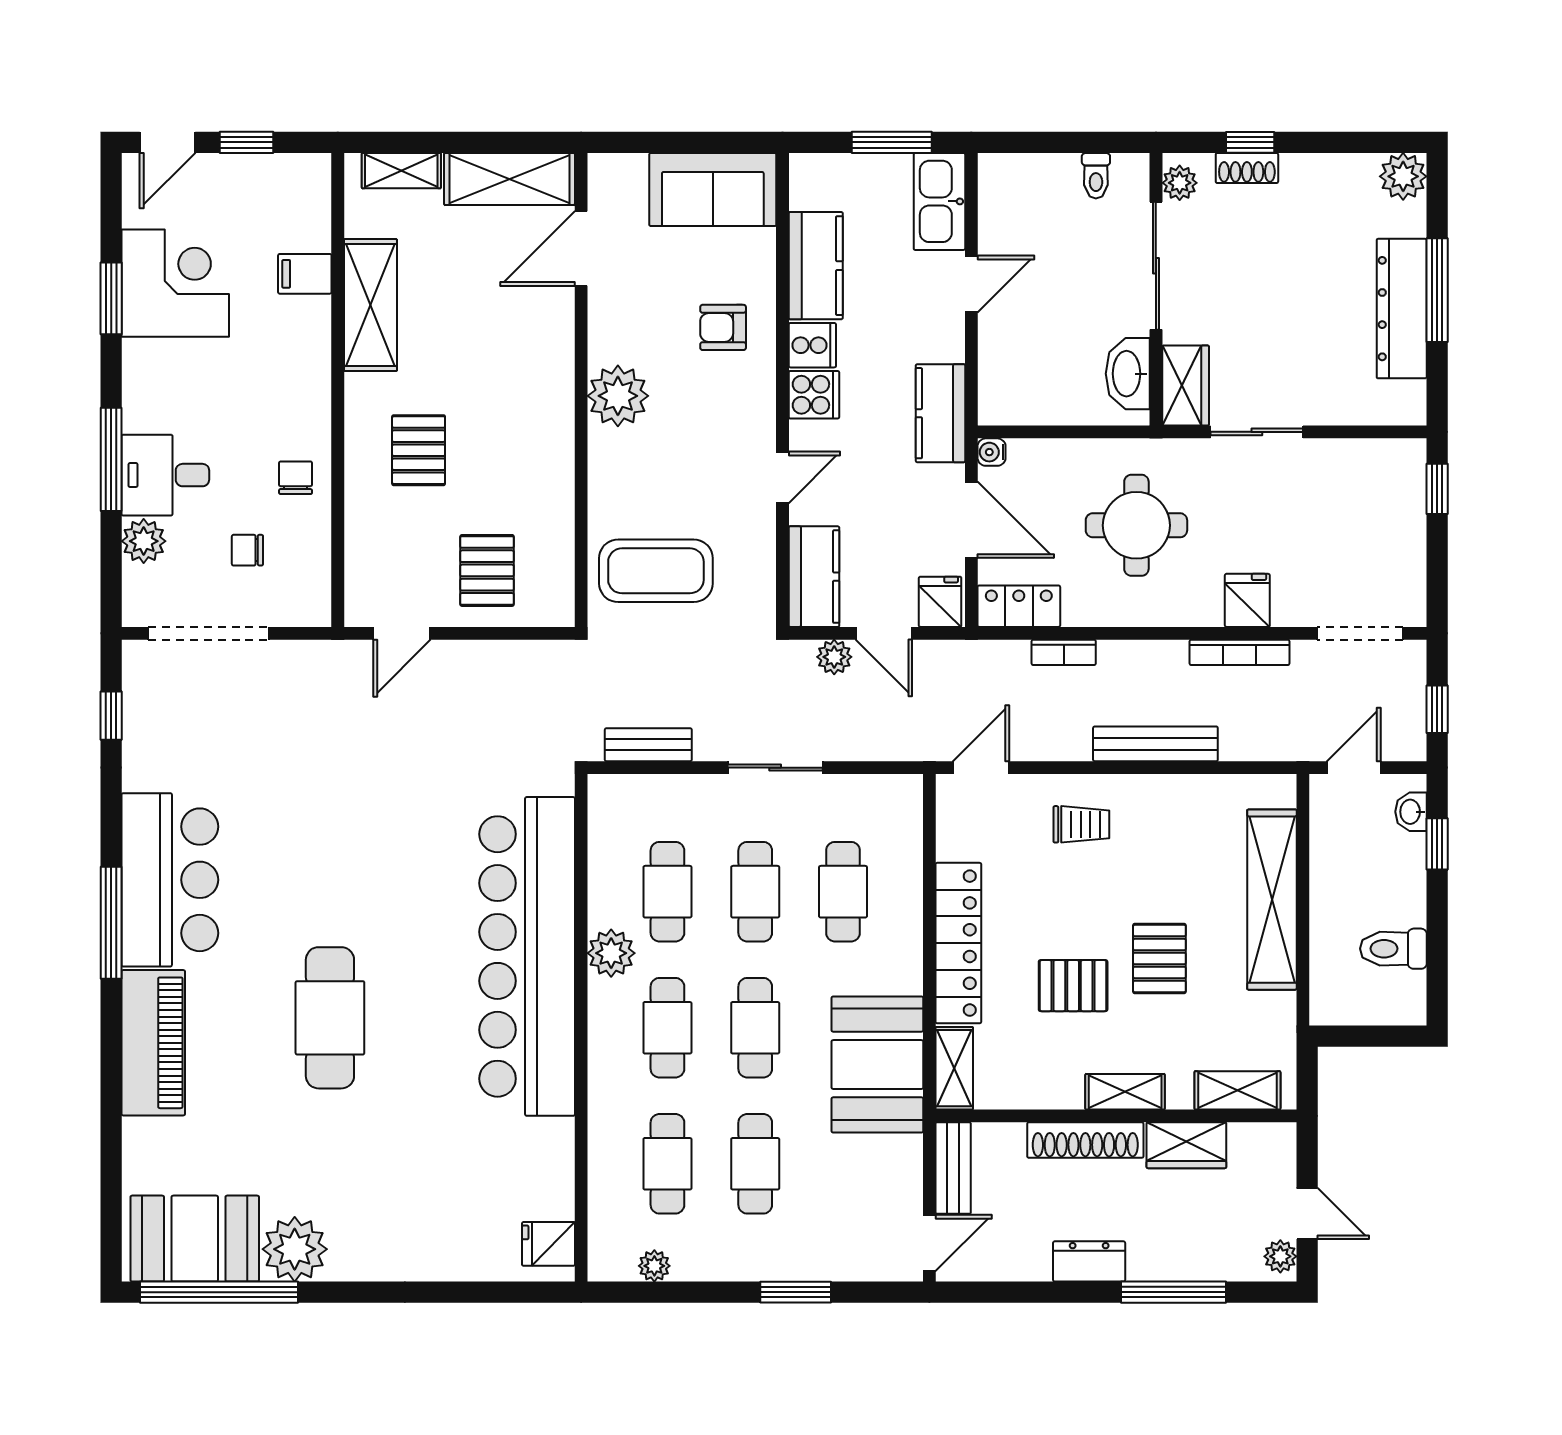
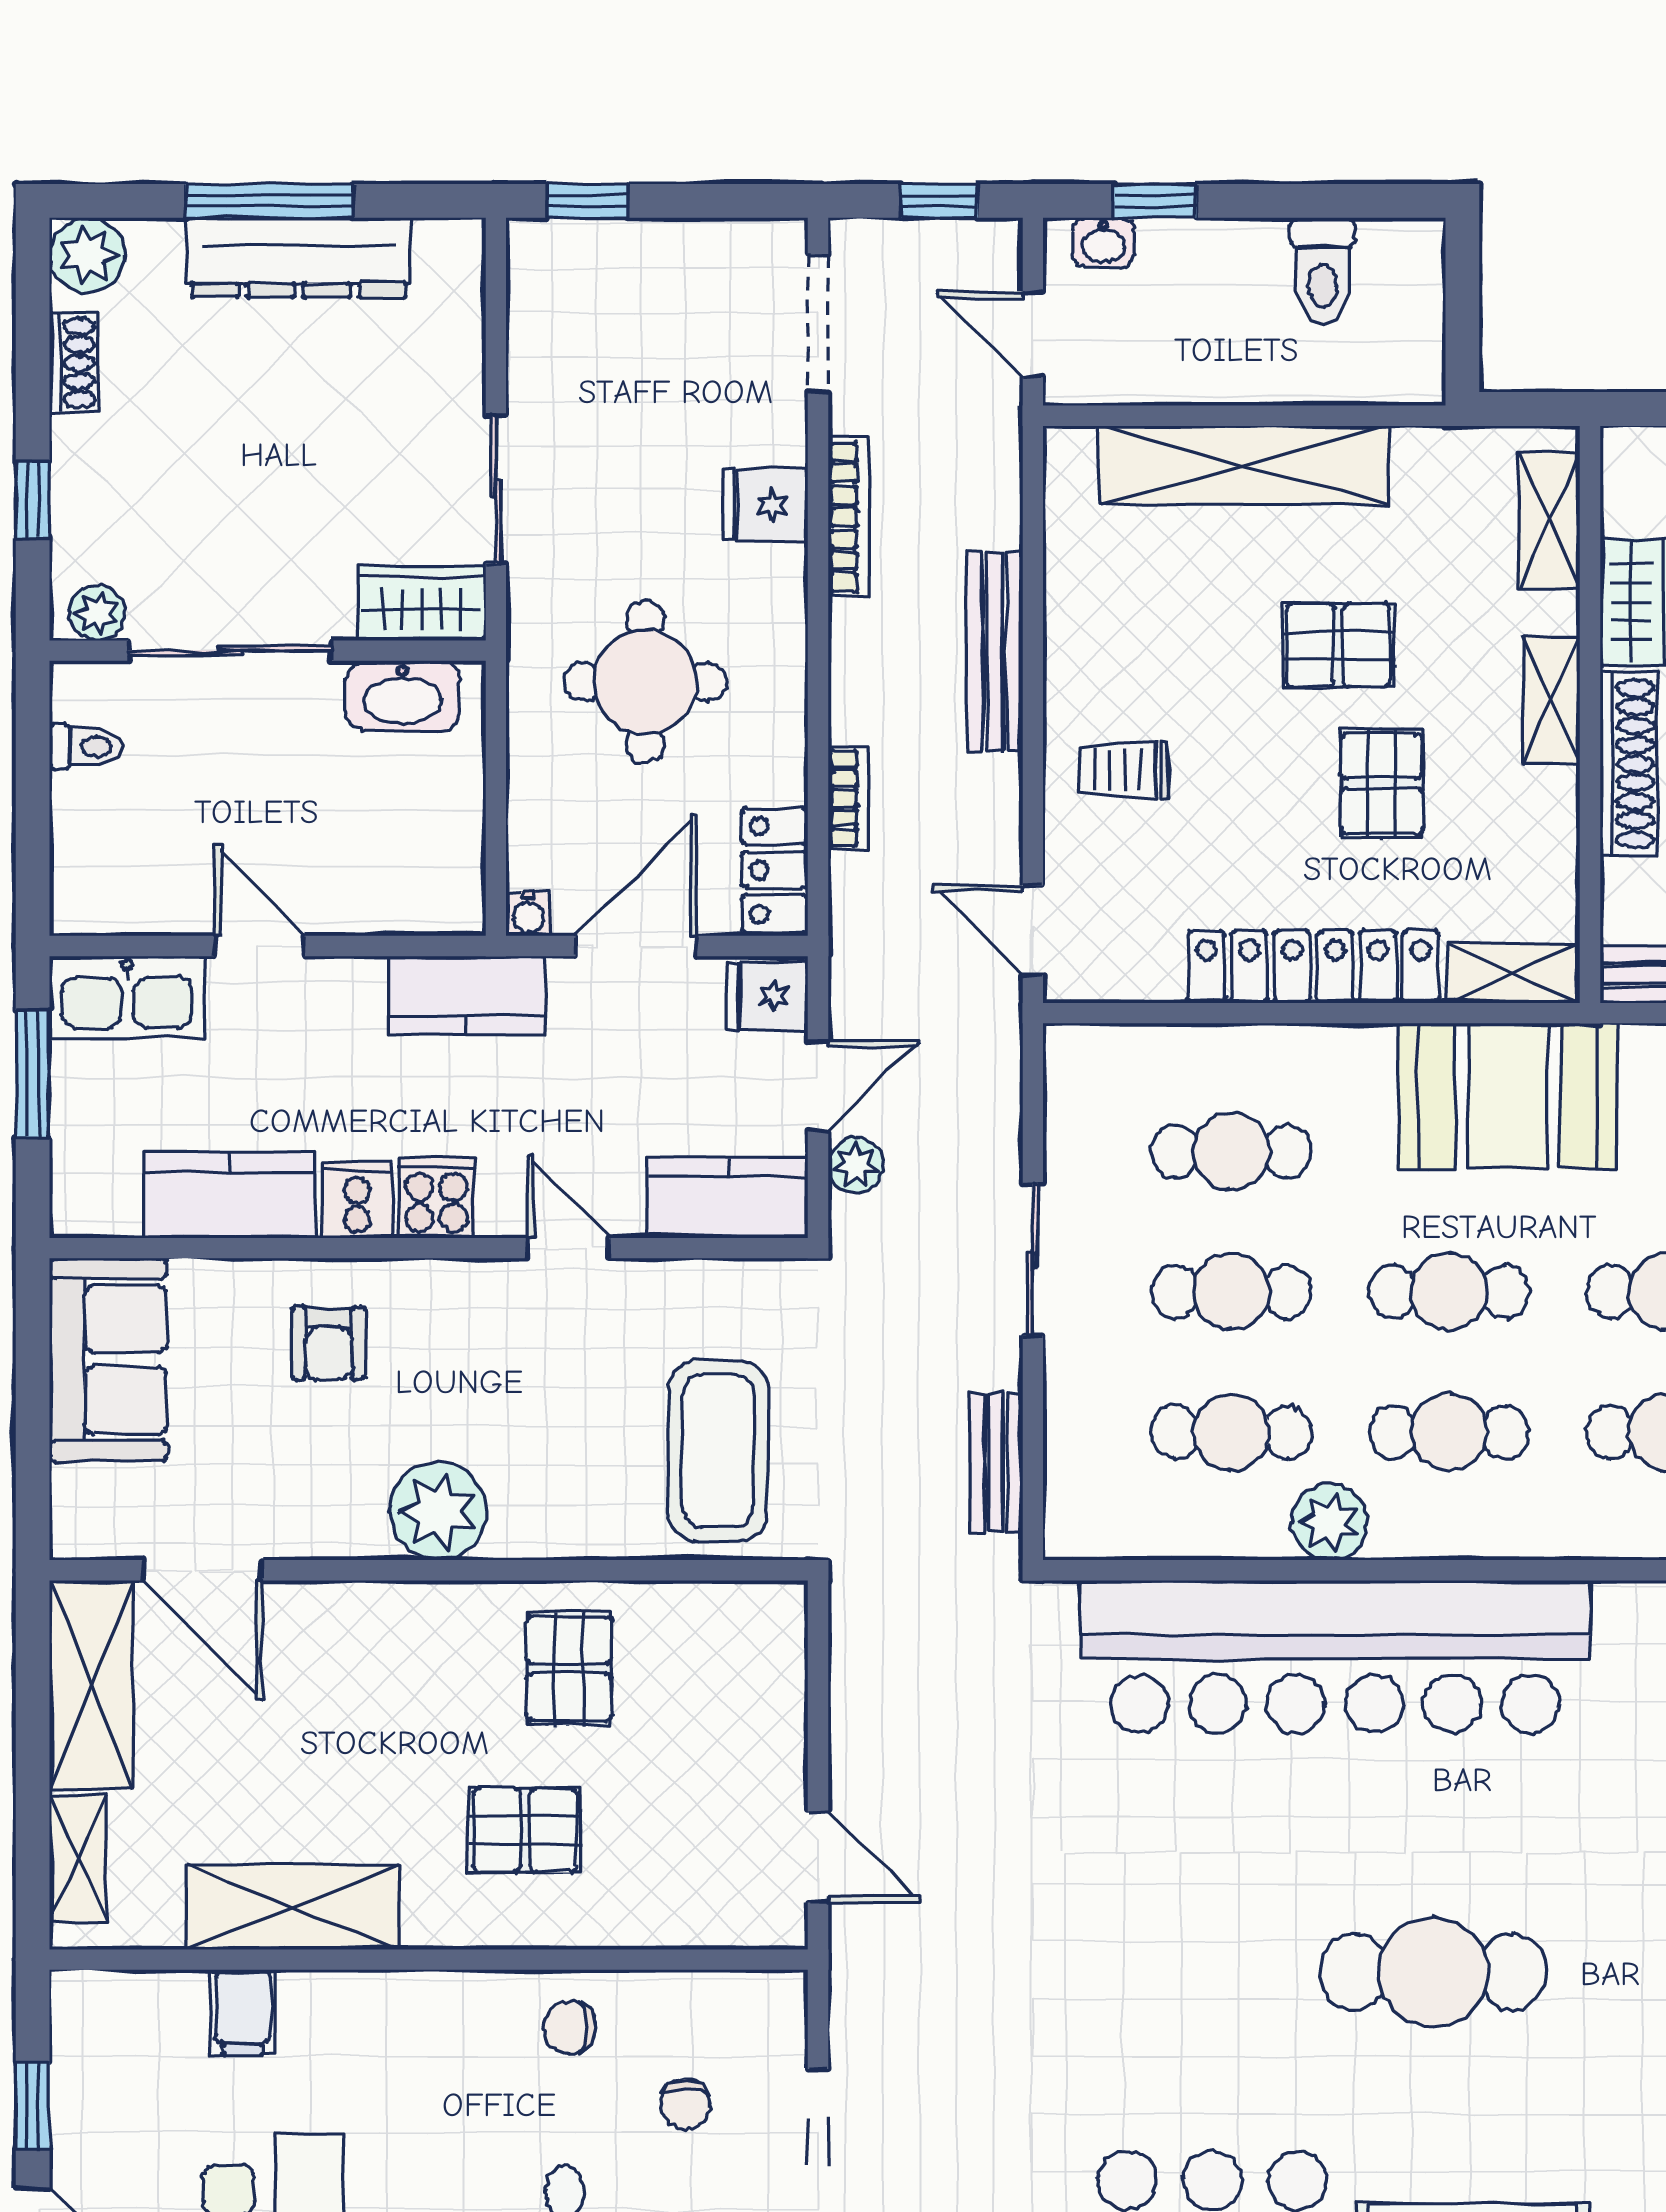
shoe rack: (1247, 168) -> (74, 363), moved
pallet: (487, 570) -> (569, 1668), moved, turned 90
trolley: (1081, 824) -> (1124, 770), turned -90

